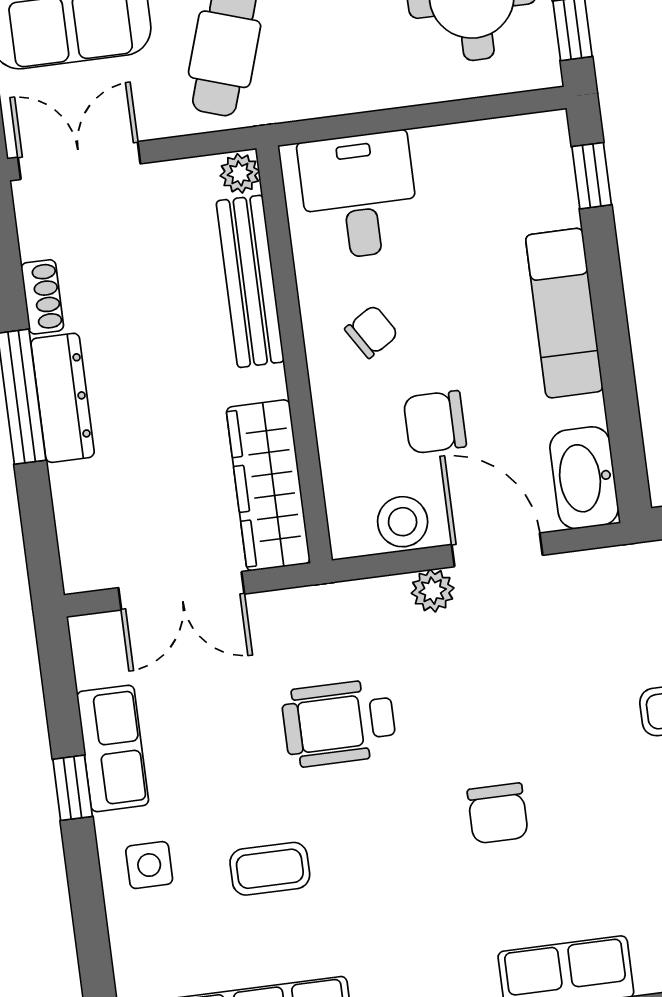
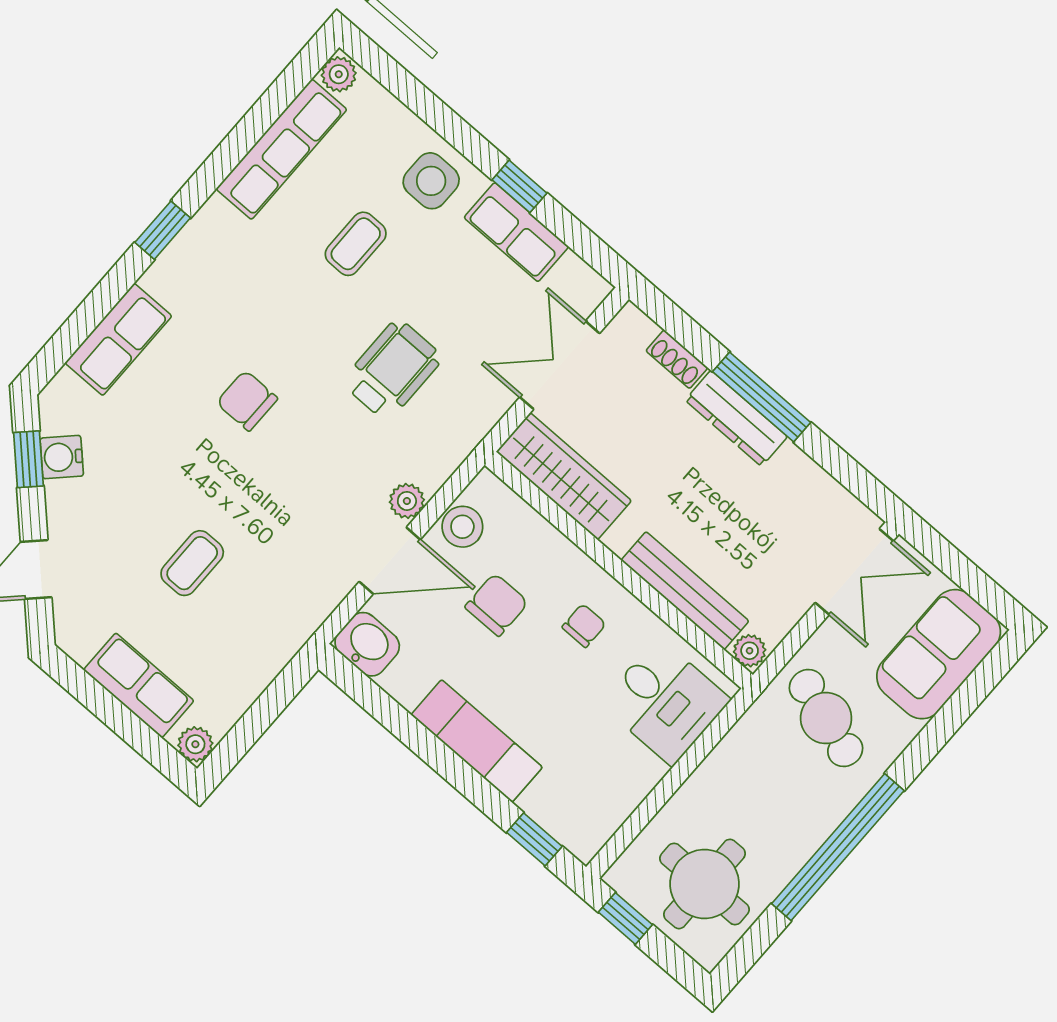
shoe rack: (42, 297) -> (677, 359), moved
chair: (372, 332) -> (584, 626), turned -148
washbasin: (584, 478) -> (367, 644), width x0.72
side table: (149, 865) -> (431, 181), width x1.37, depth x1.37

